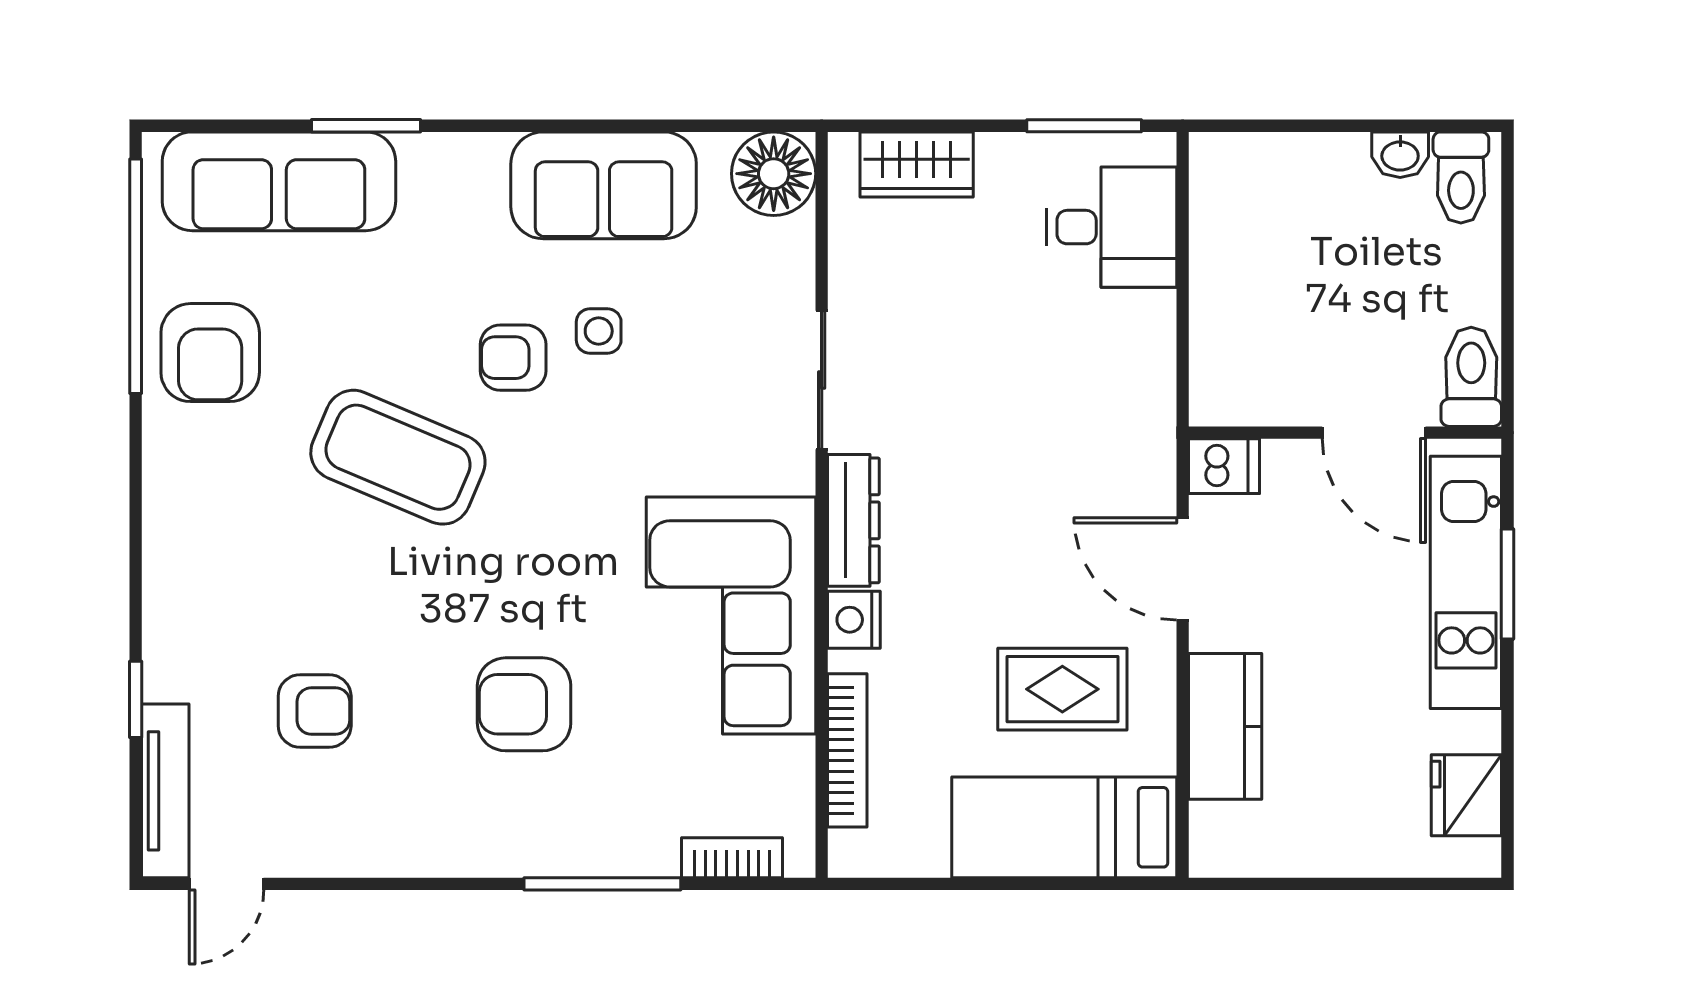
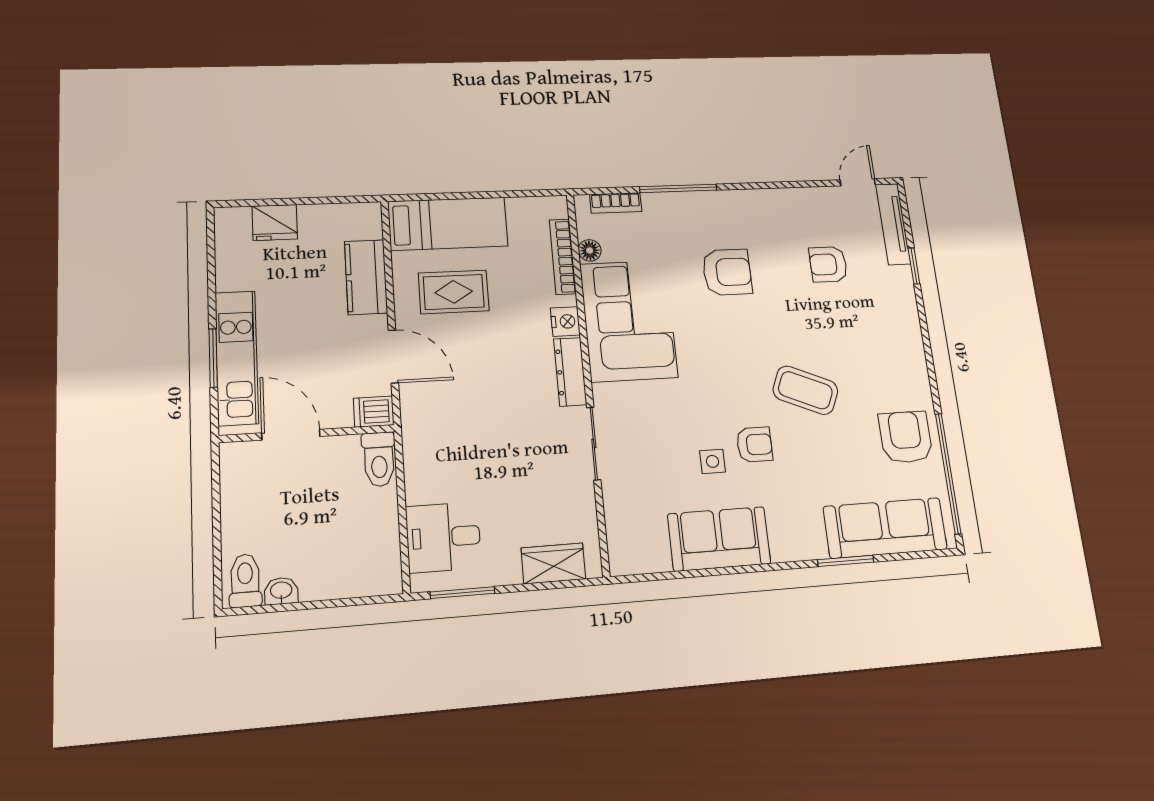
floor lamp: (774, 174) -> (590, 250), moved, width x0.53, depth x0.53
toilet: (1471, 377) -> (379, 459), moved
coffee table: (398, 457) -> (805, 390), width x0.73, depth x0.76
fridge: (1466, 795) -> (275, 222), moved, turned 90

